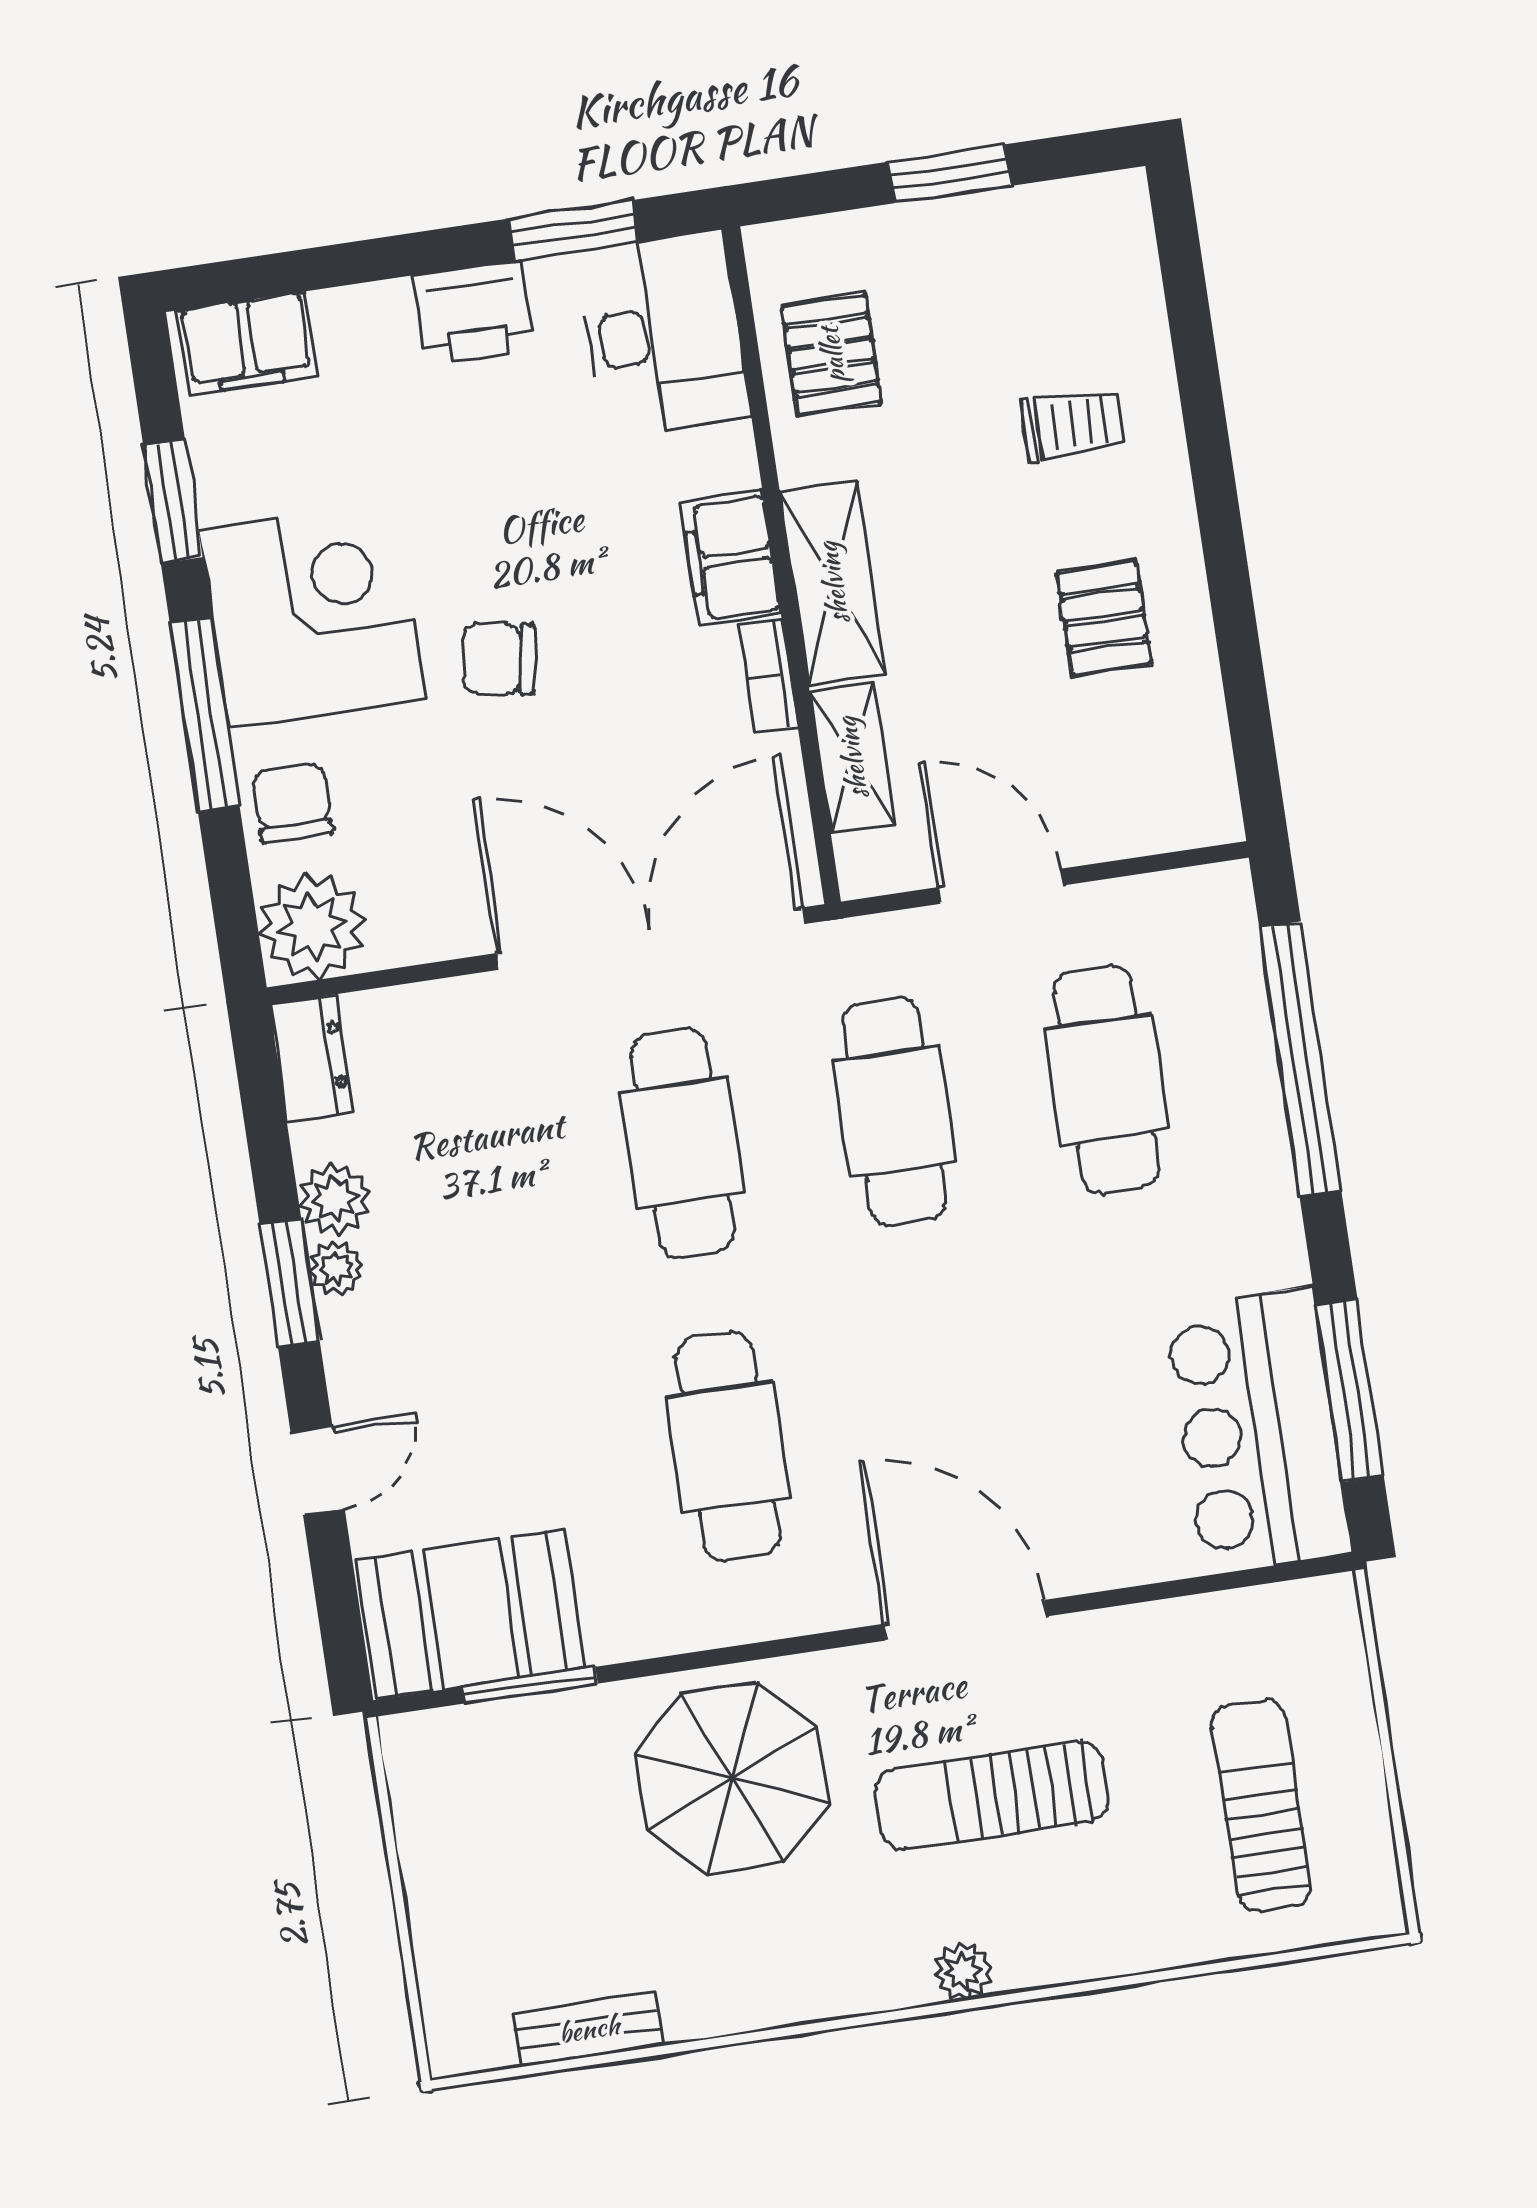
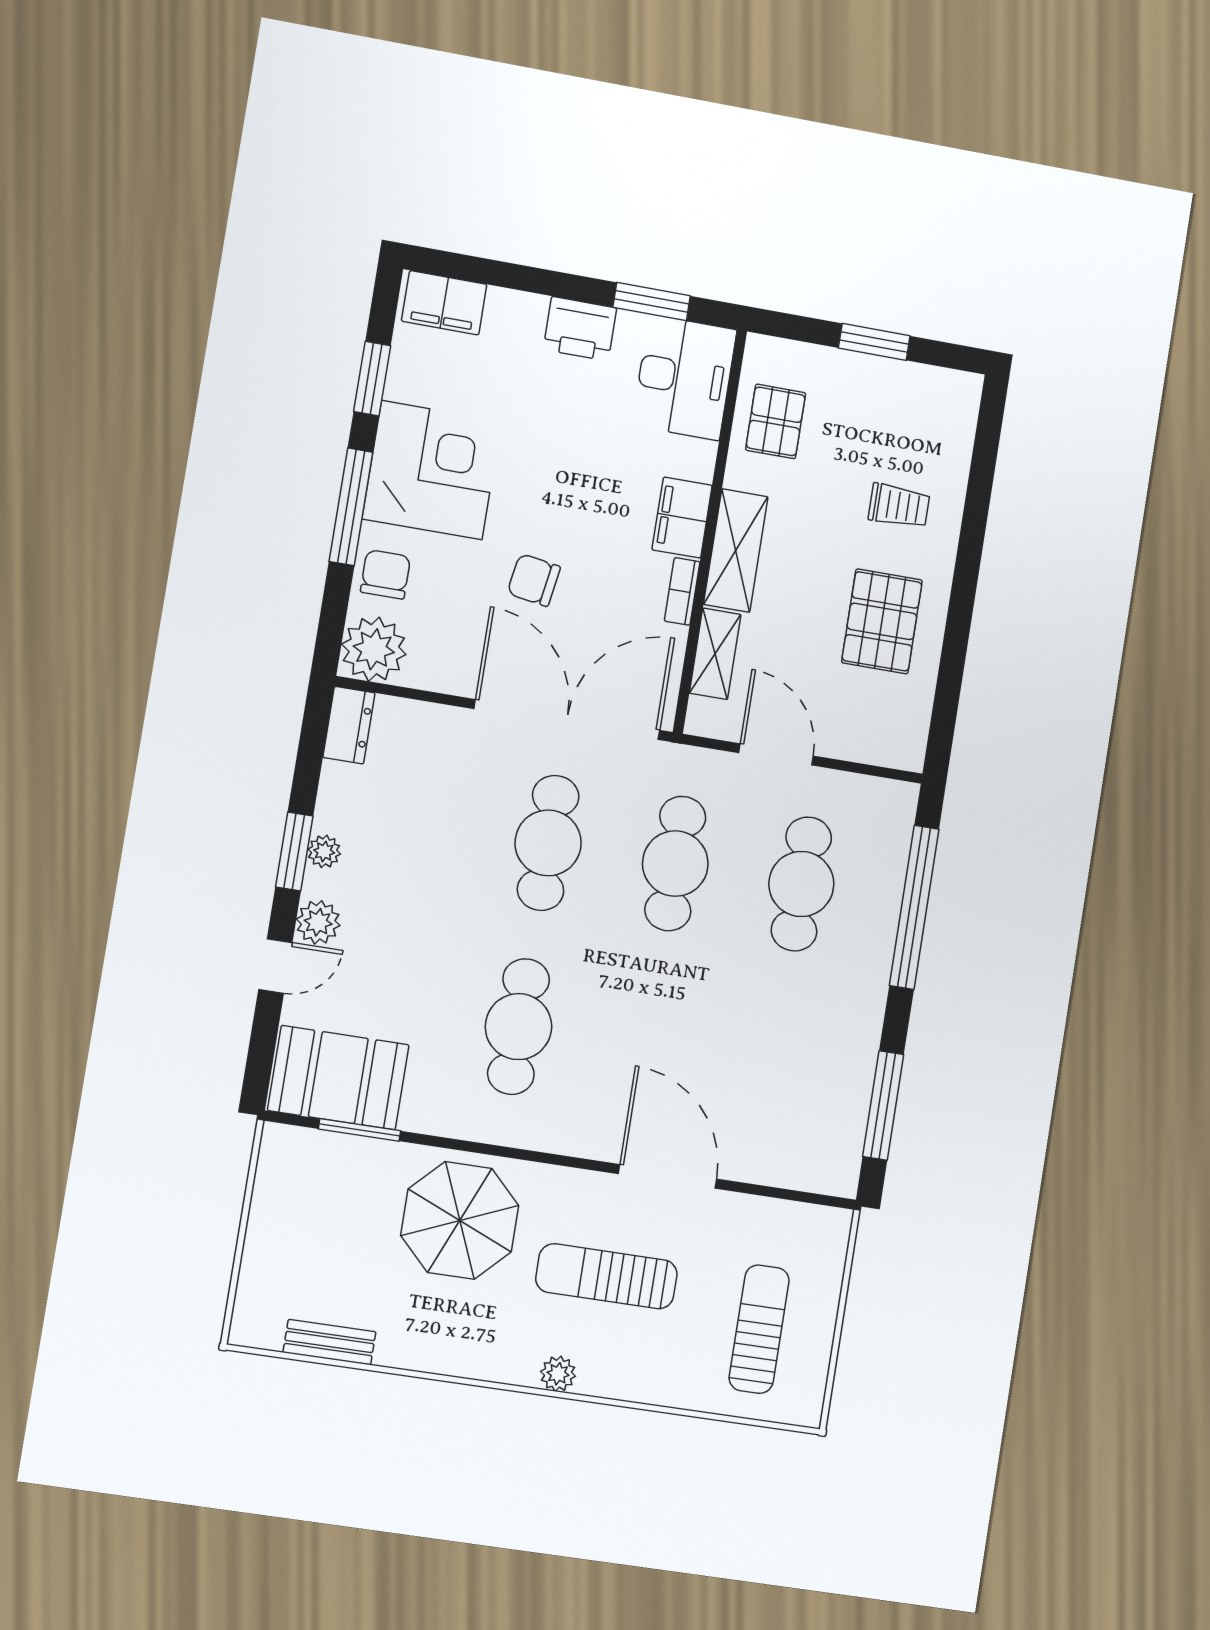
pallet: (1104, 618) -> (882, 621), width x1.50, depth x1.42
chair: (499, 659) -> (534, 580), moved
plant: (335, 1199) -> (318, 922), moved
bar counter: (1258, 1431) -> (825, 1112), removed
door: (965, 1620) -> (668, 1176), moved

